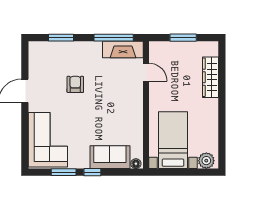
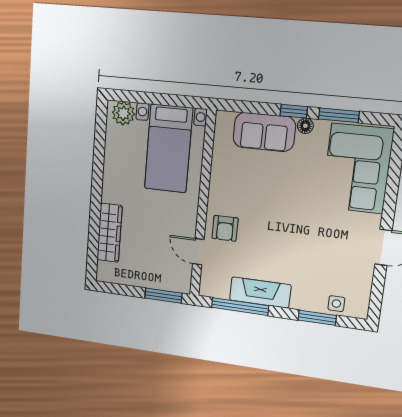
window: (183, 38) -> (163, 296), moved
side table: (50, 49) -> (336, 304), added
fireplace: (123, 49) -> (260, 293), moved
armchair: (75, 84) -> (225, 228), moved
floor lamp: (136, 164) -> (305, 126), moved

